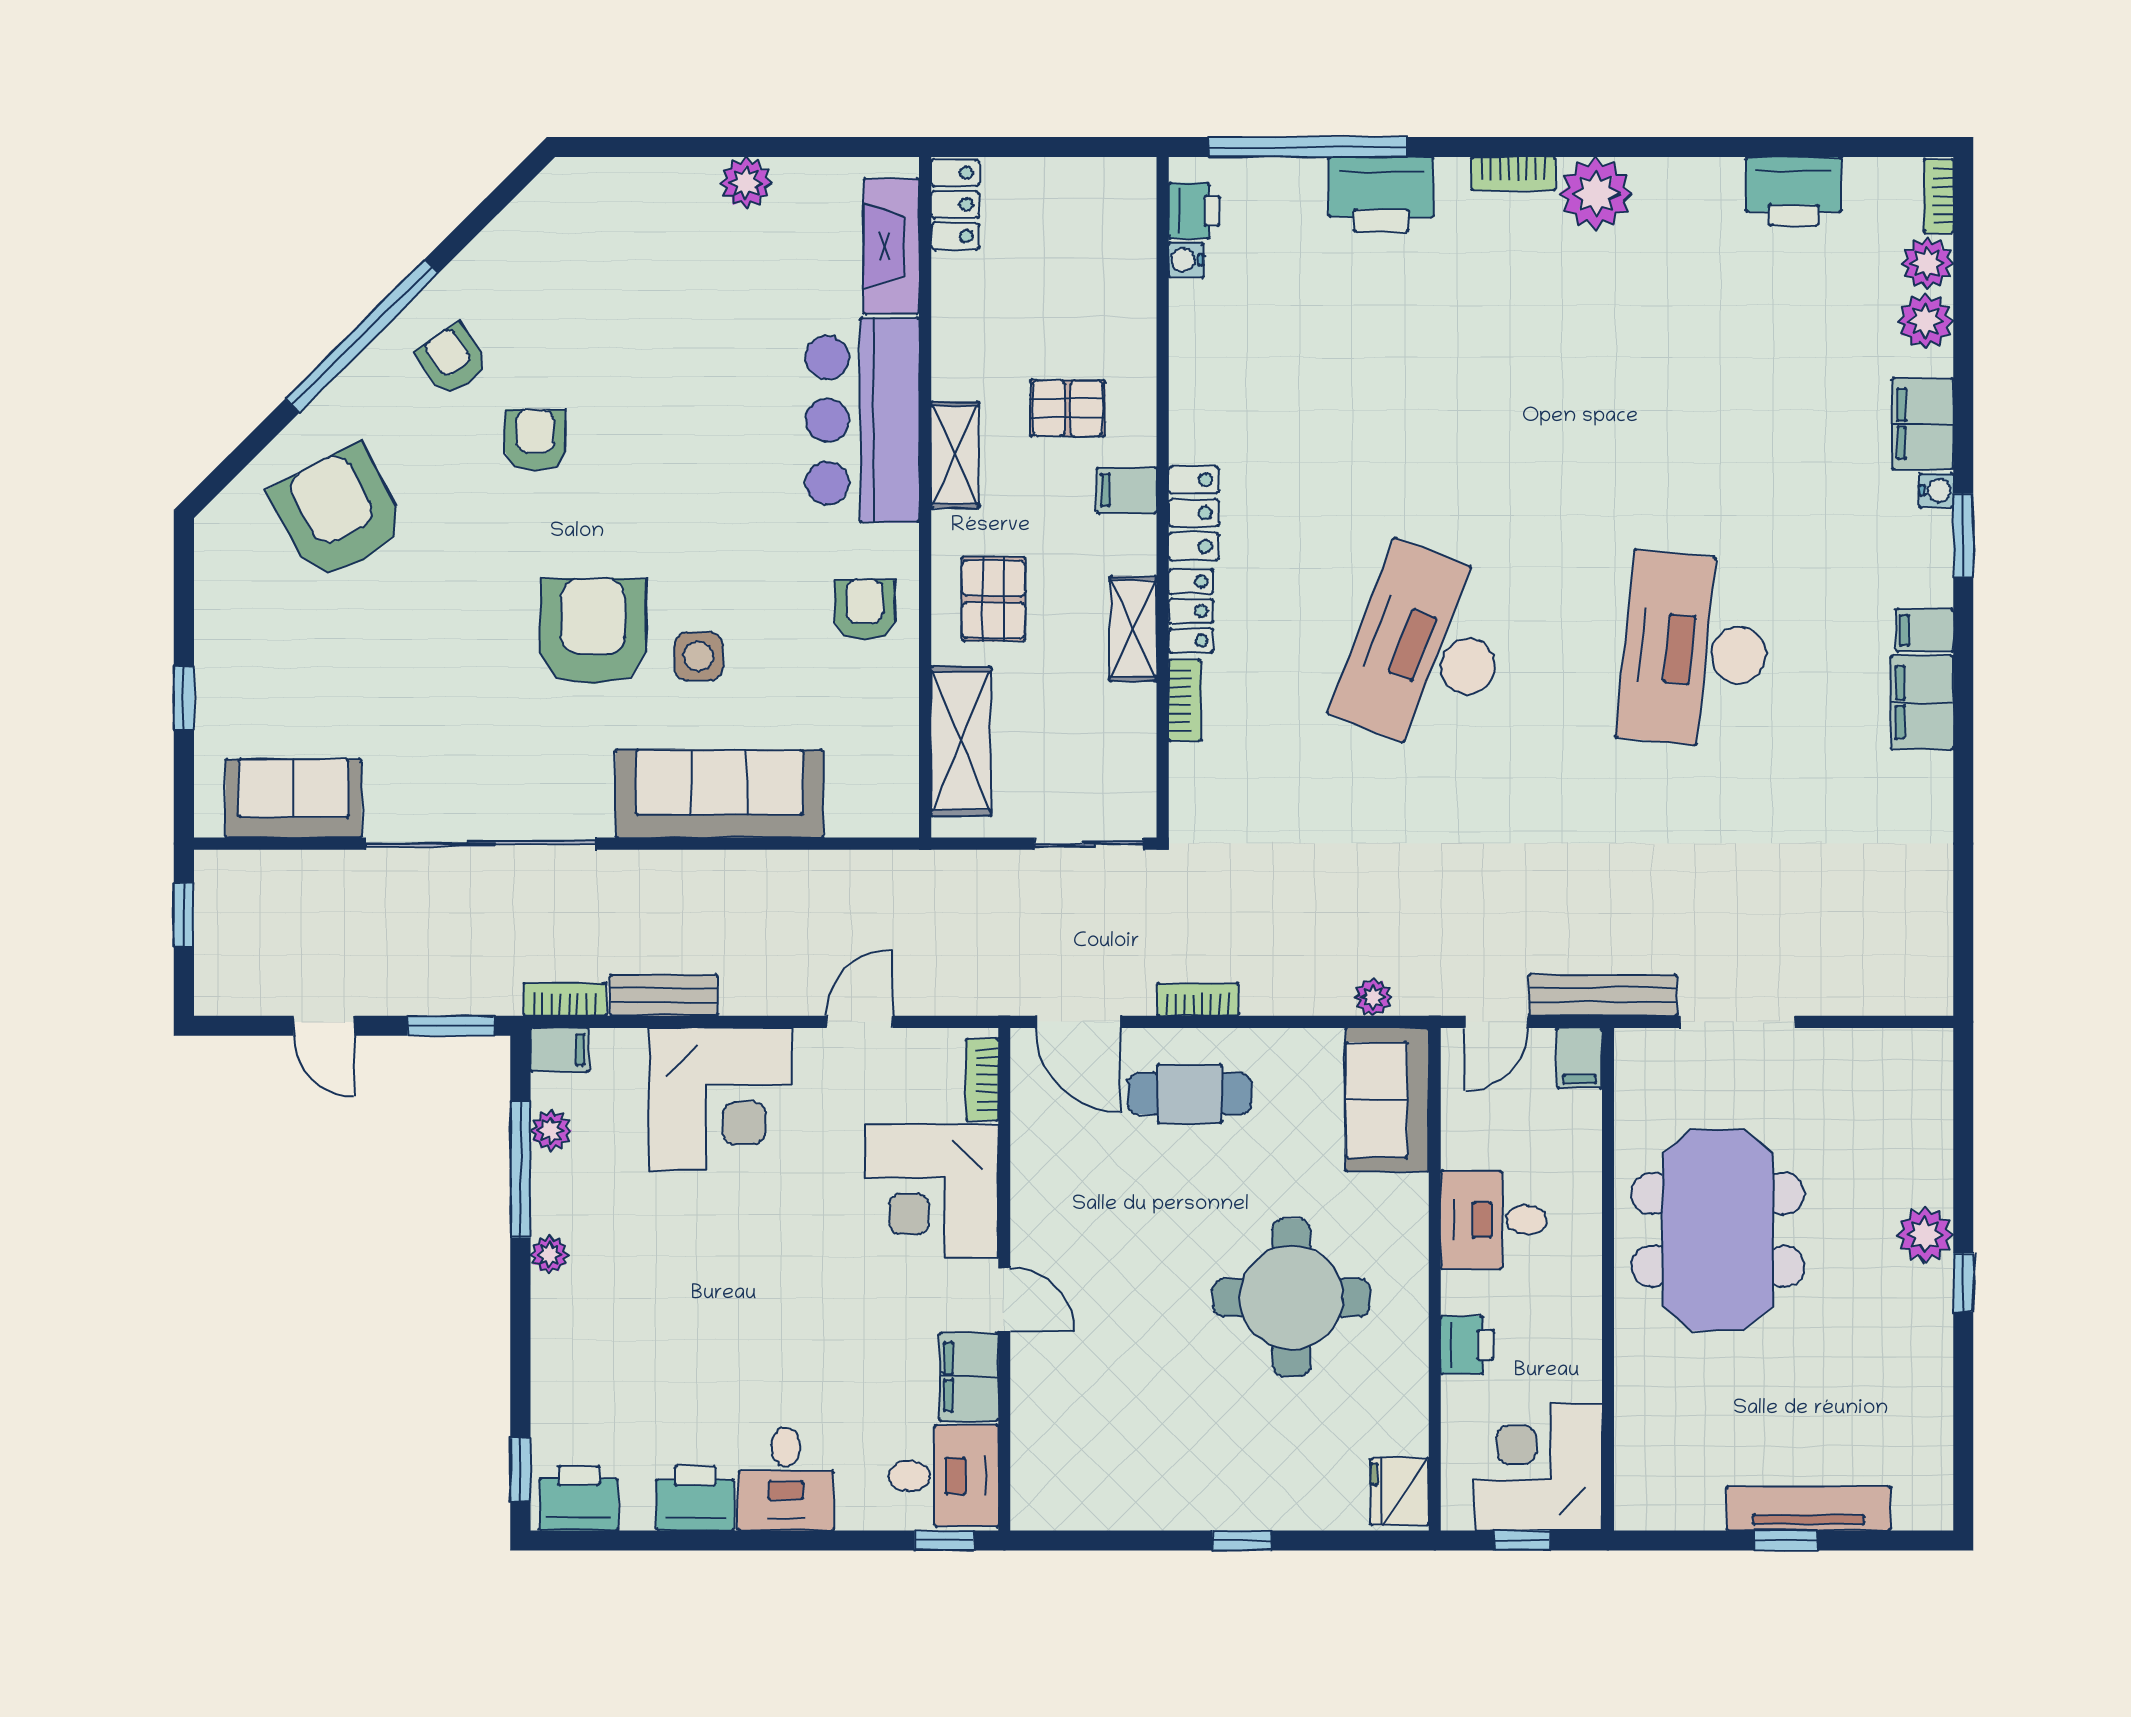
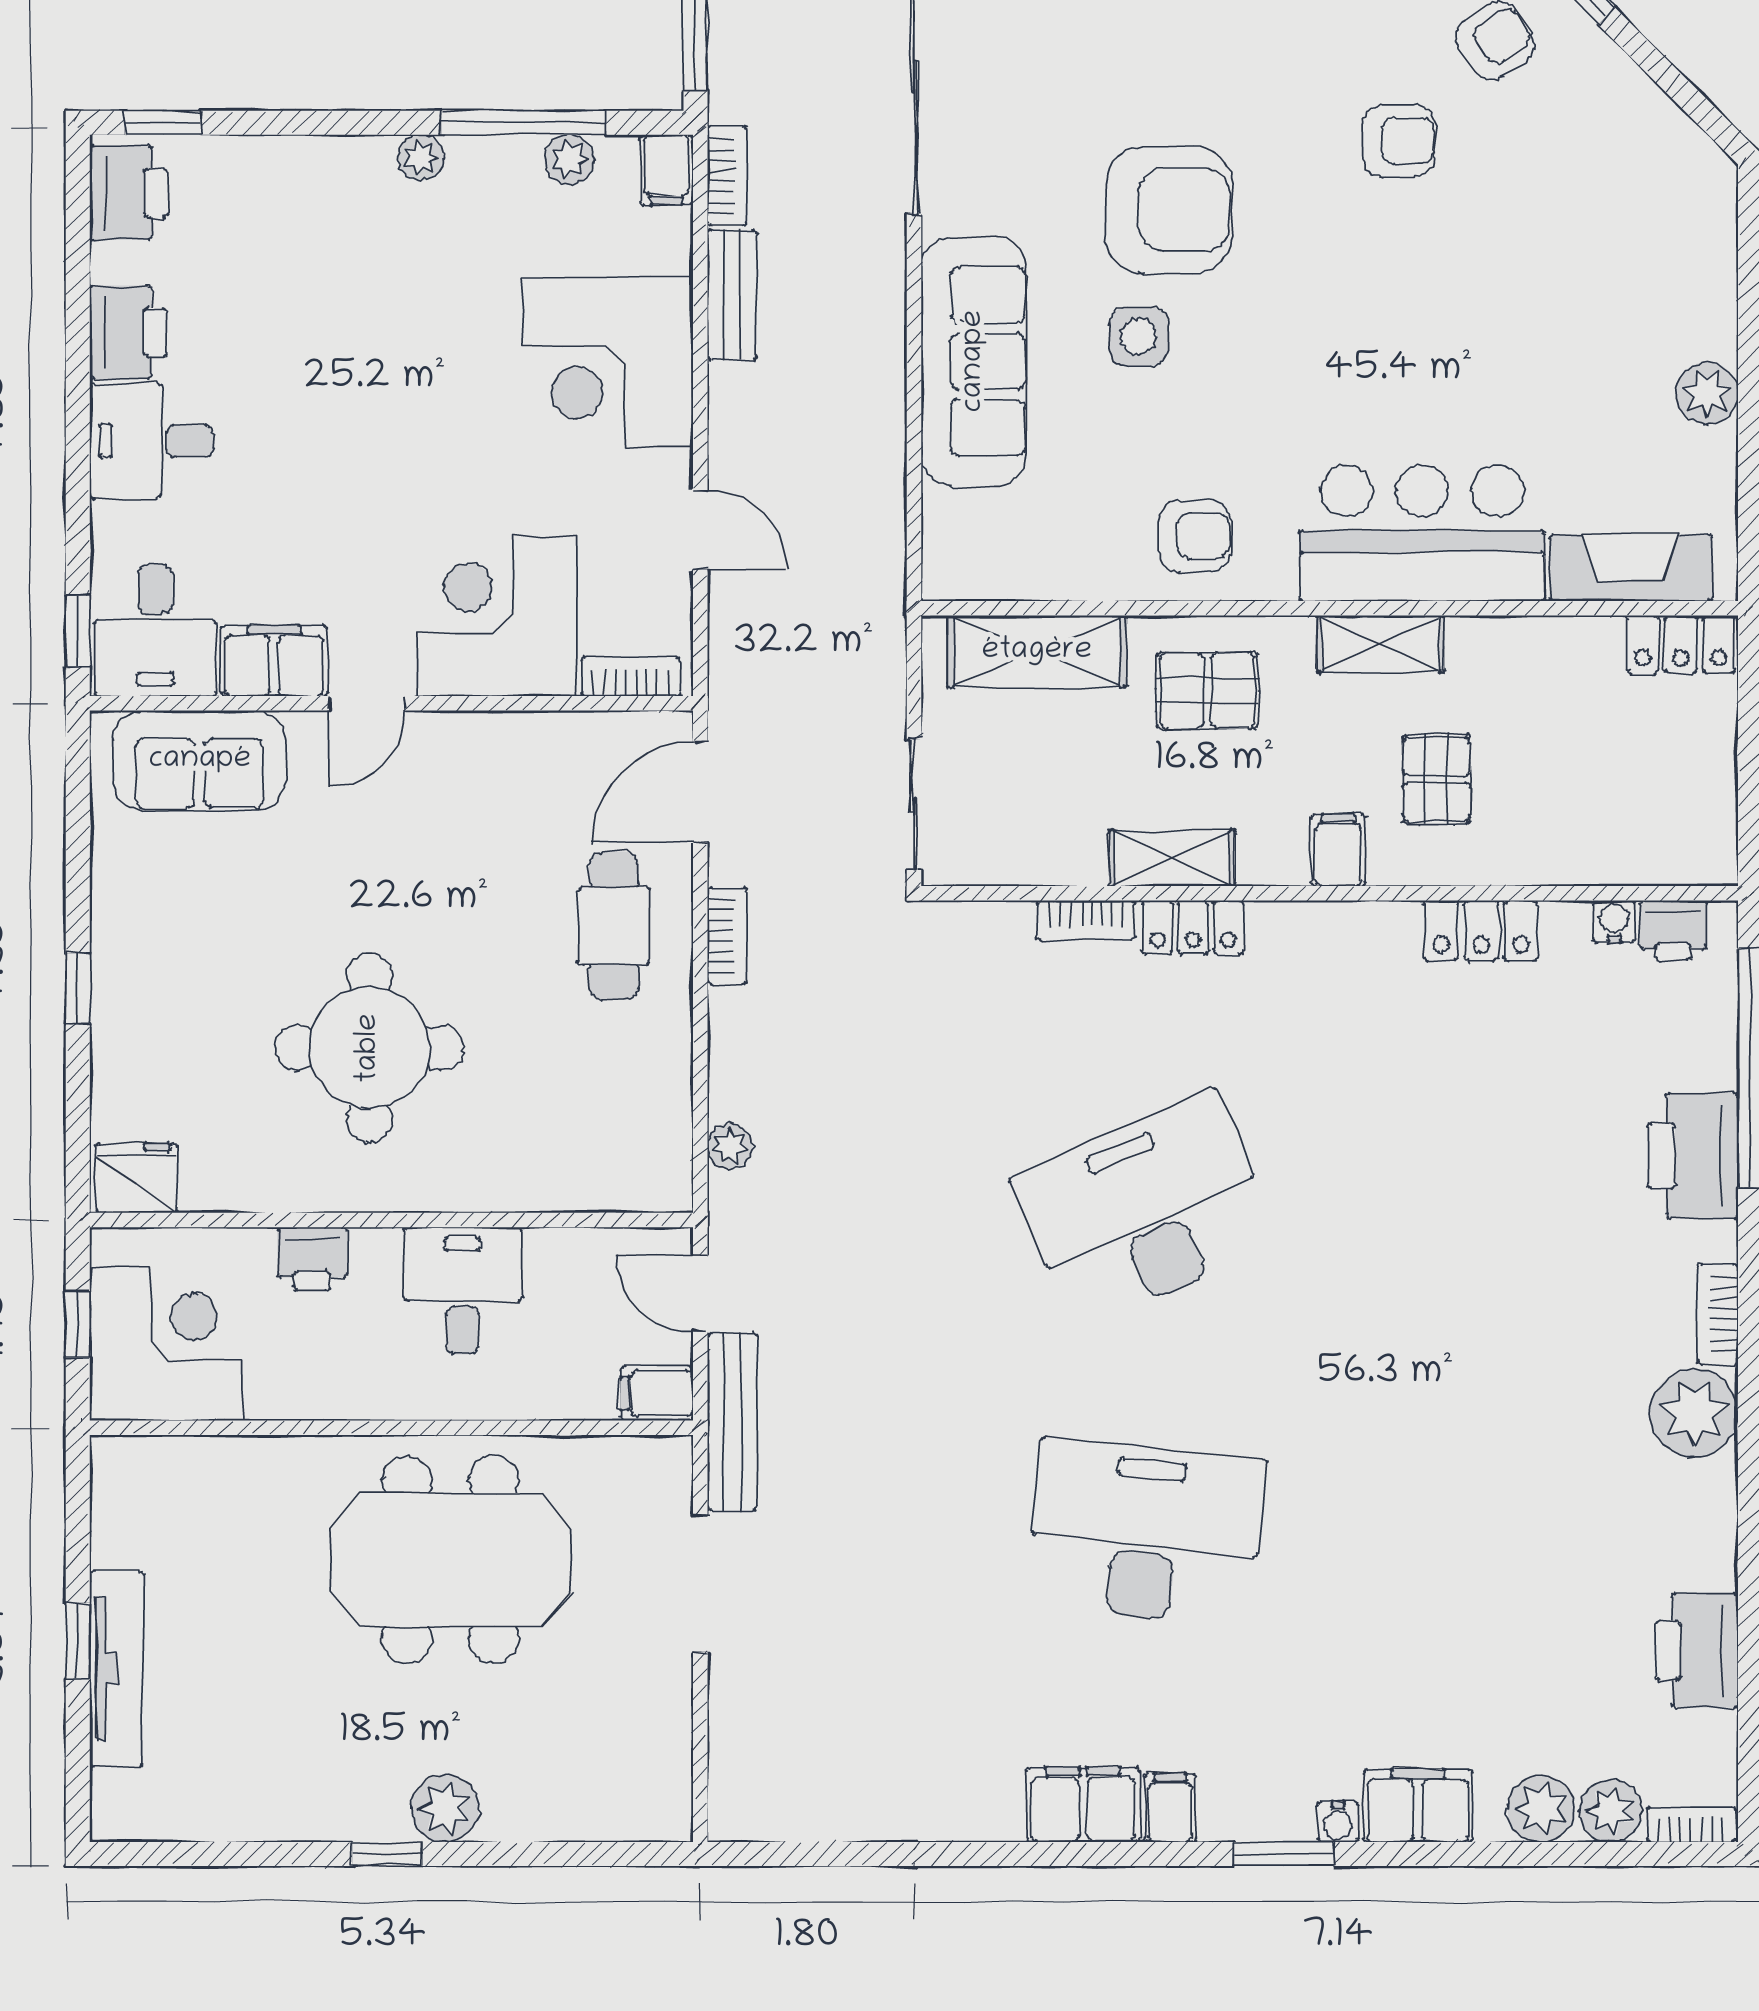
locker: (1194, 513) -> (1481, 931), moved
desk: (1427, 651) -> (1146, 1210), turned -45
sofa: (1387, 1100) -> (200, 760), moved, turned 180

